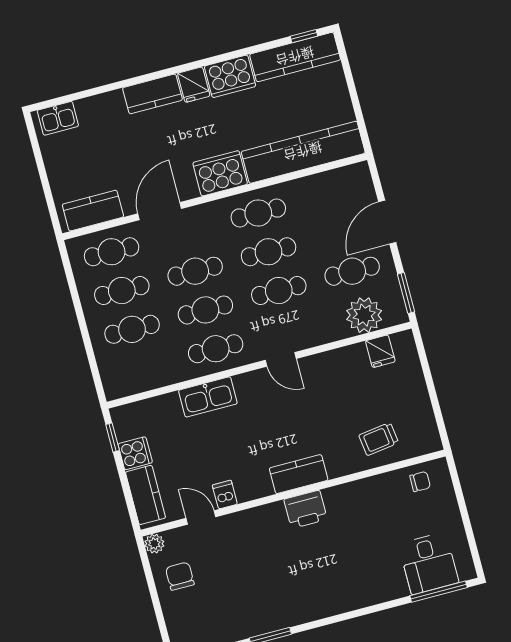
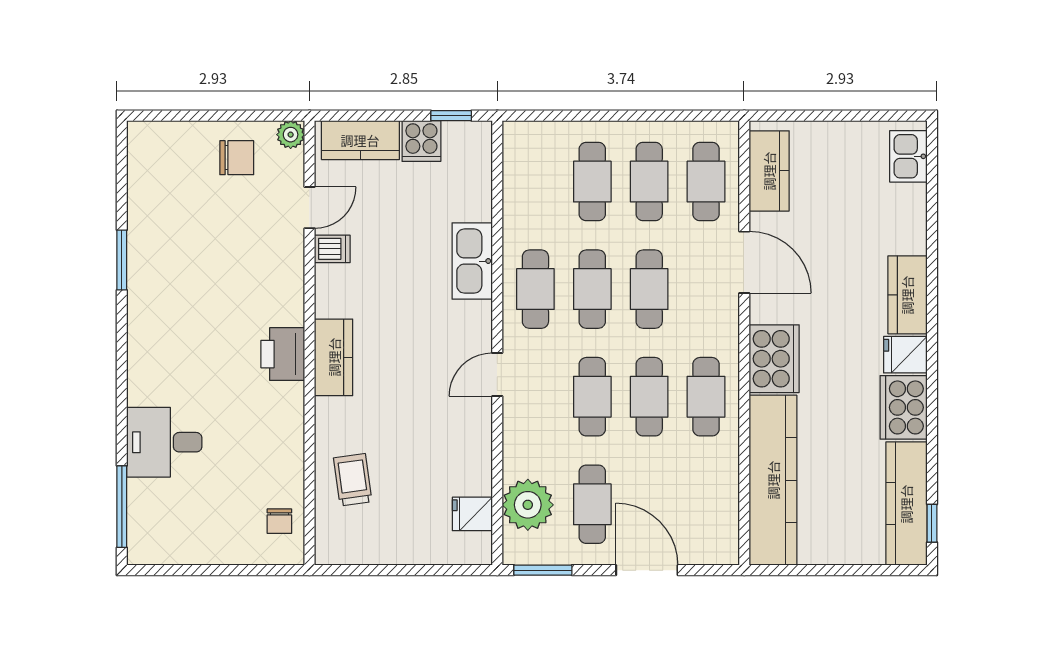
desk: (429, 563) -> (164, 442), moved

